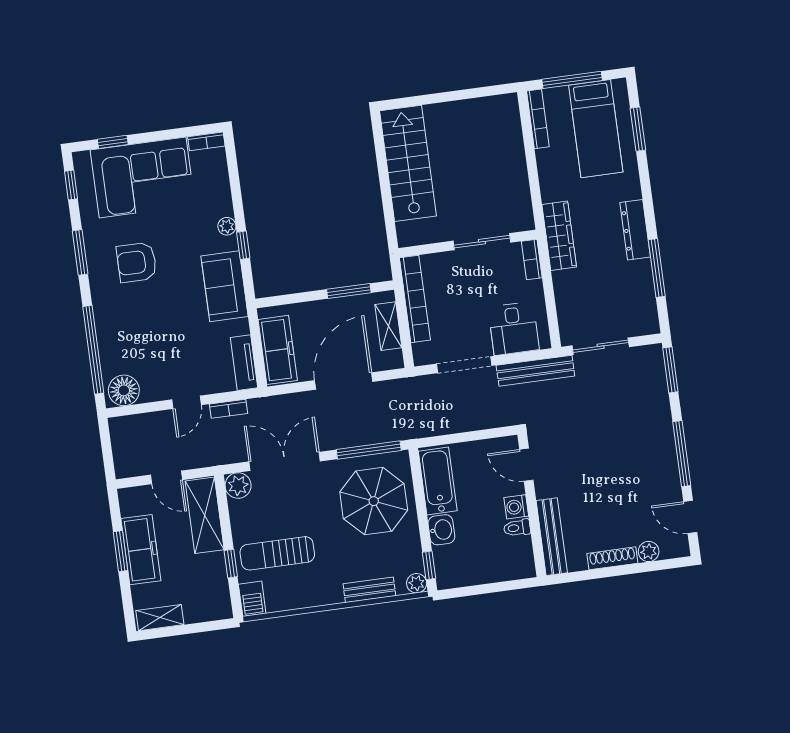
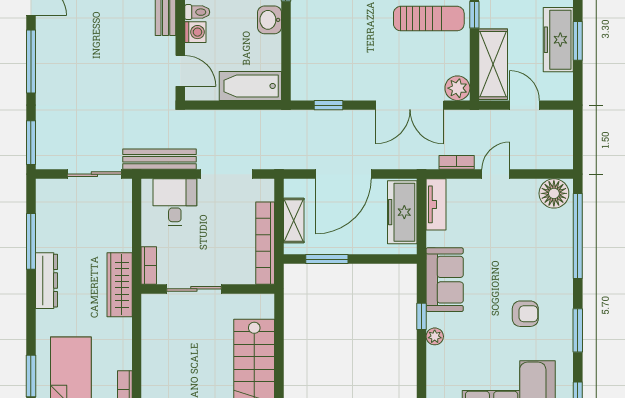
armchair: (137, 262) -> (525, 314), width x0.72, depth x0.72
window: (369, 450) -> (328, 105), width x0.46
bathtub: (438, 481) -> (250, 86), moved, turned 90
parasol: (374, 501) -> (330, 56), removed

